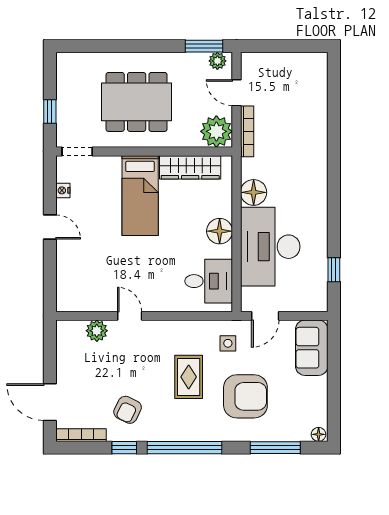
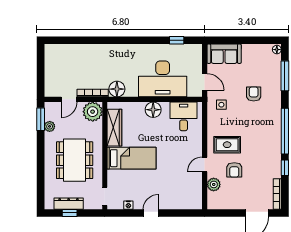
plant: (217, 61) -> (50, 126), moved
dresser: (65, 92) -> (69, 204), added
window: (50, 111) -> (70, 213), moved
floor lamp: (254, 192) -> (117, 89), moved
rug: (189, 377) -> (227, 145), moved
armchair: (245, 396) -> (254, 94), width x0.53, depth x0.53
armchair: (128, 410) -> (234, 170), moved, turned 64

